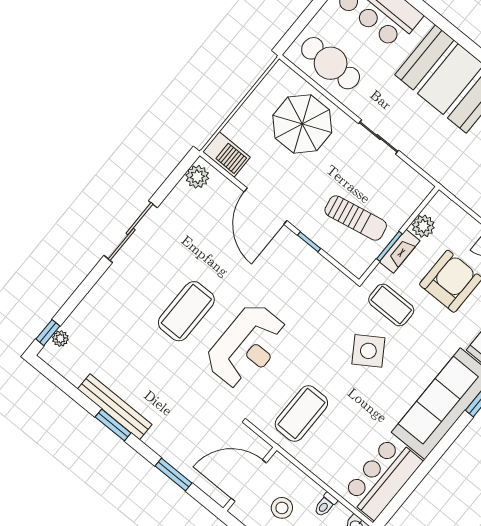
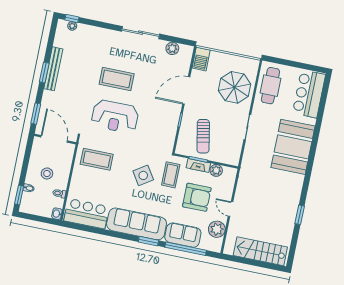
plant: (197, 177) -> (172, 48), moved
wall: (250, 479) -> (55, 139), moved
door: (249, 481) -> (54, 139), moved

